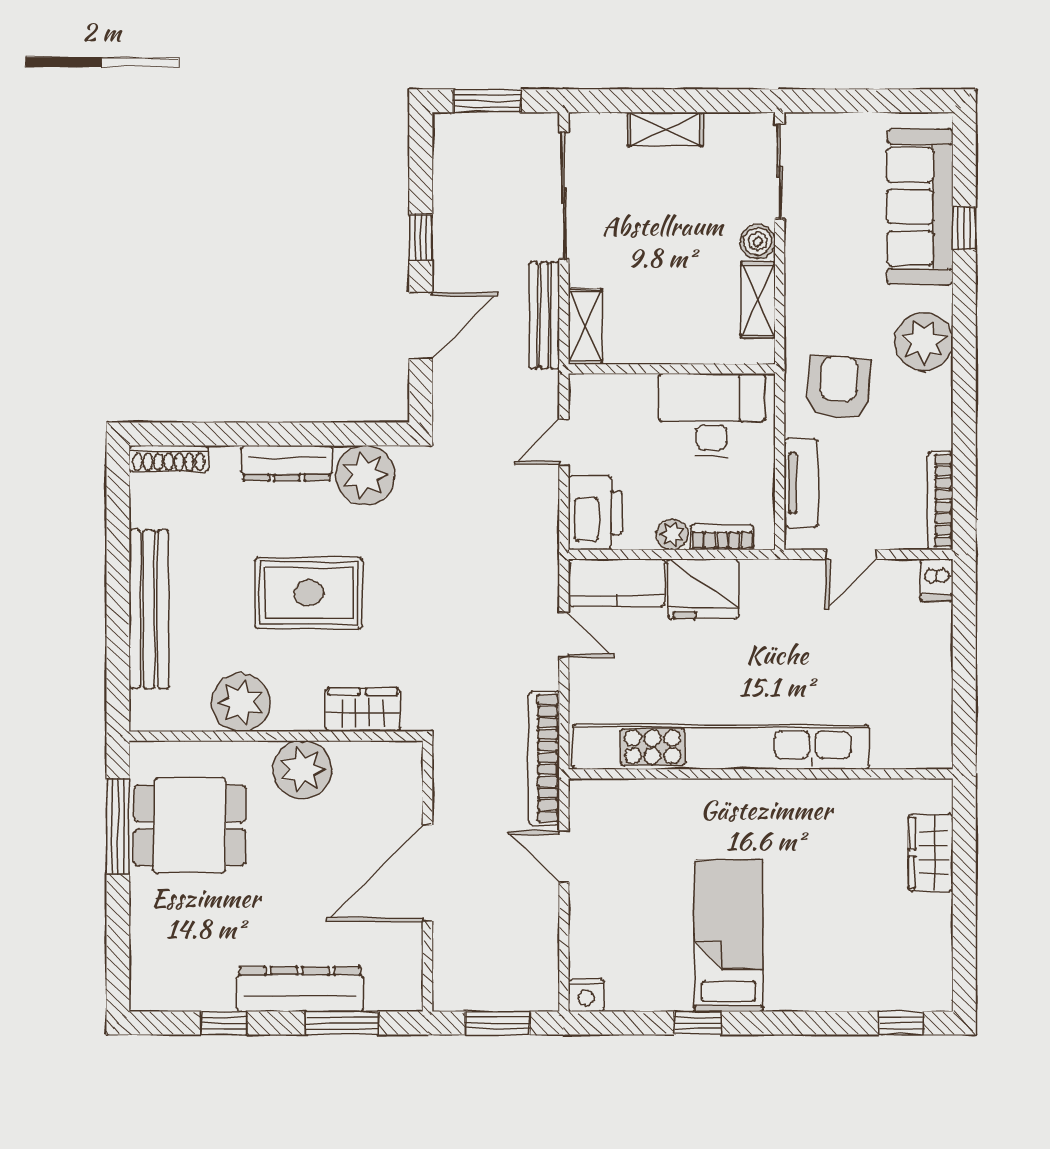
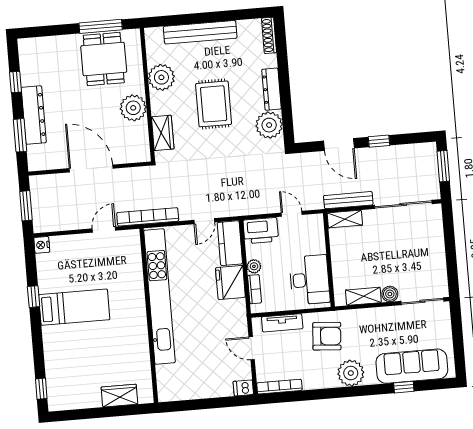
shelving: (665, 129) -> (437, 248), removed

